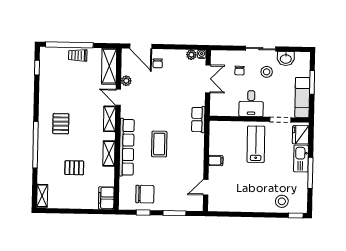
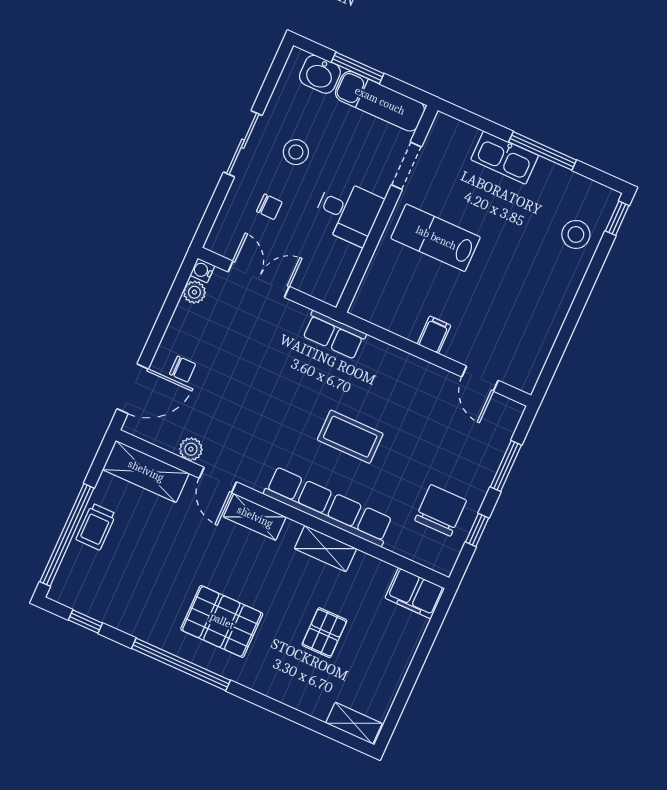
washbasin: (286, 59) -> (320, 74), moved, turned 90
door: (118, 97) -> (218, 480), hinge flipped
pallet: (61, 124) -> (222, 621), width x1.50, depth x1.42
fridge: (301, 135) -> (455, 137), removed
window: (35, 145) -> (181, 664), moved

